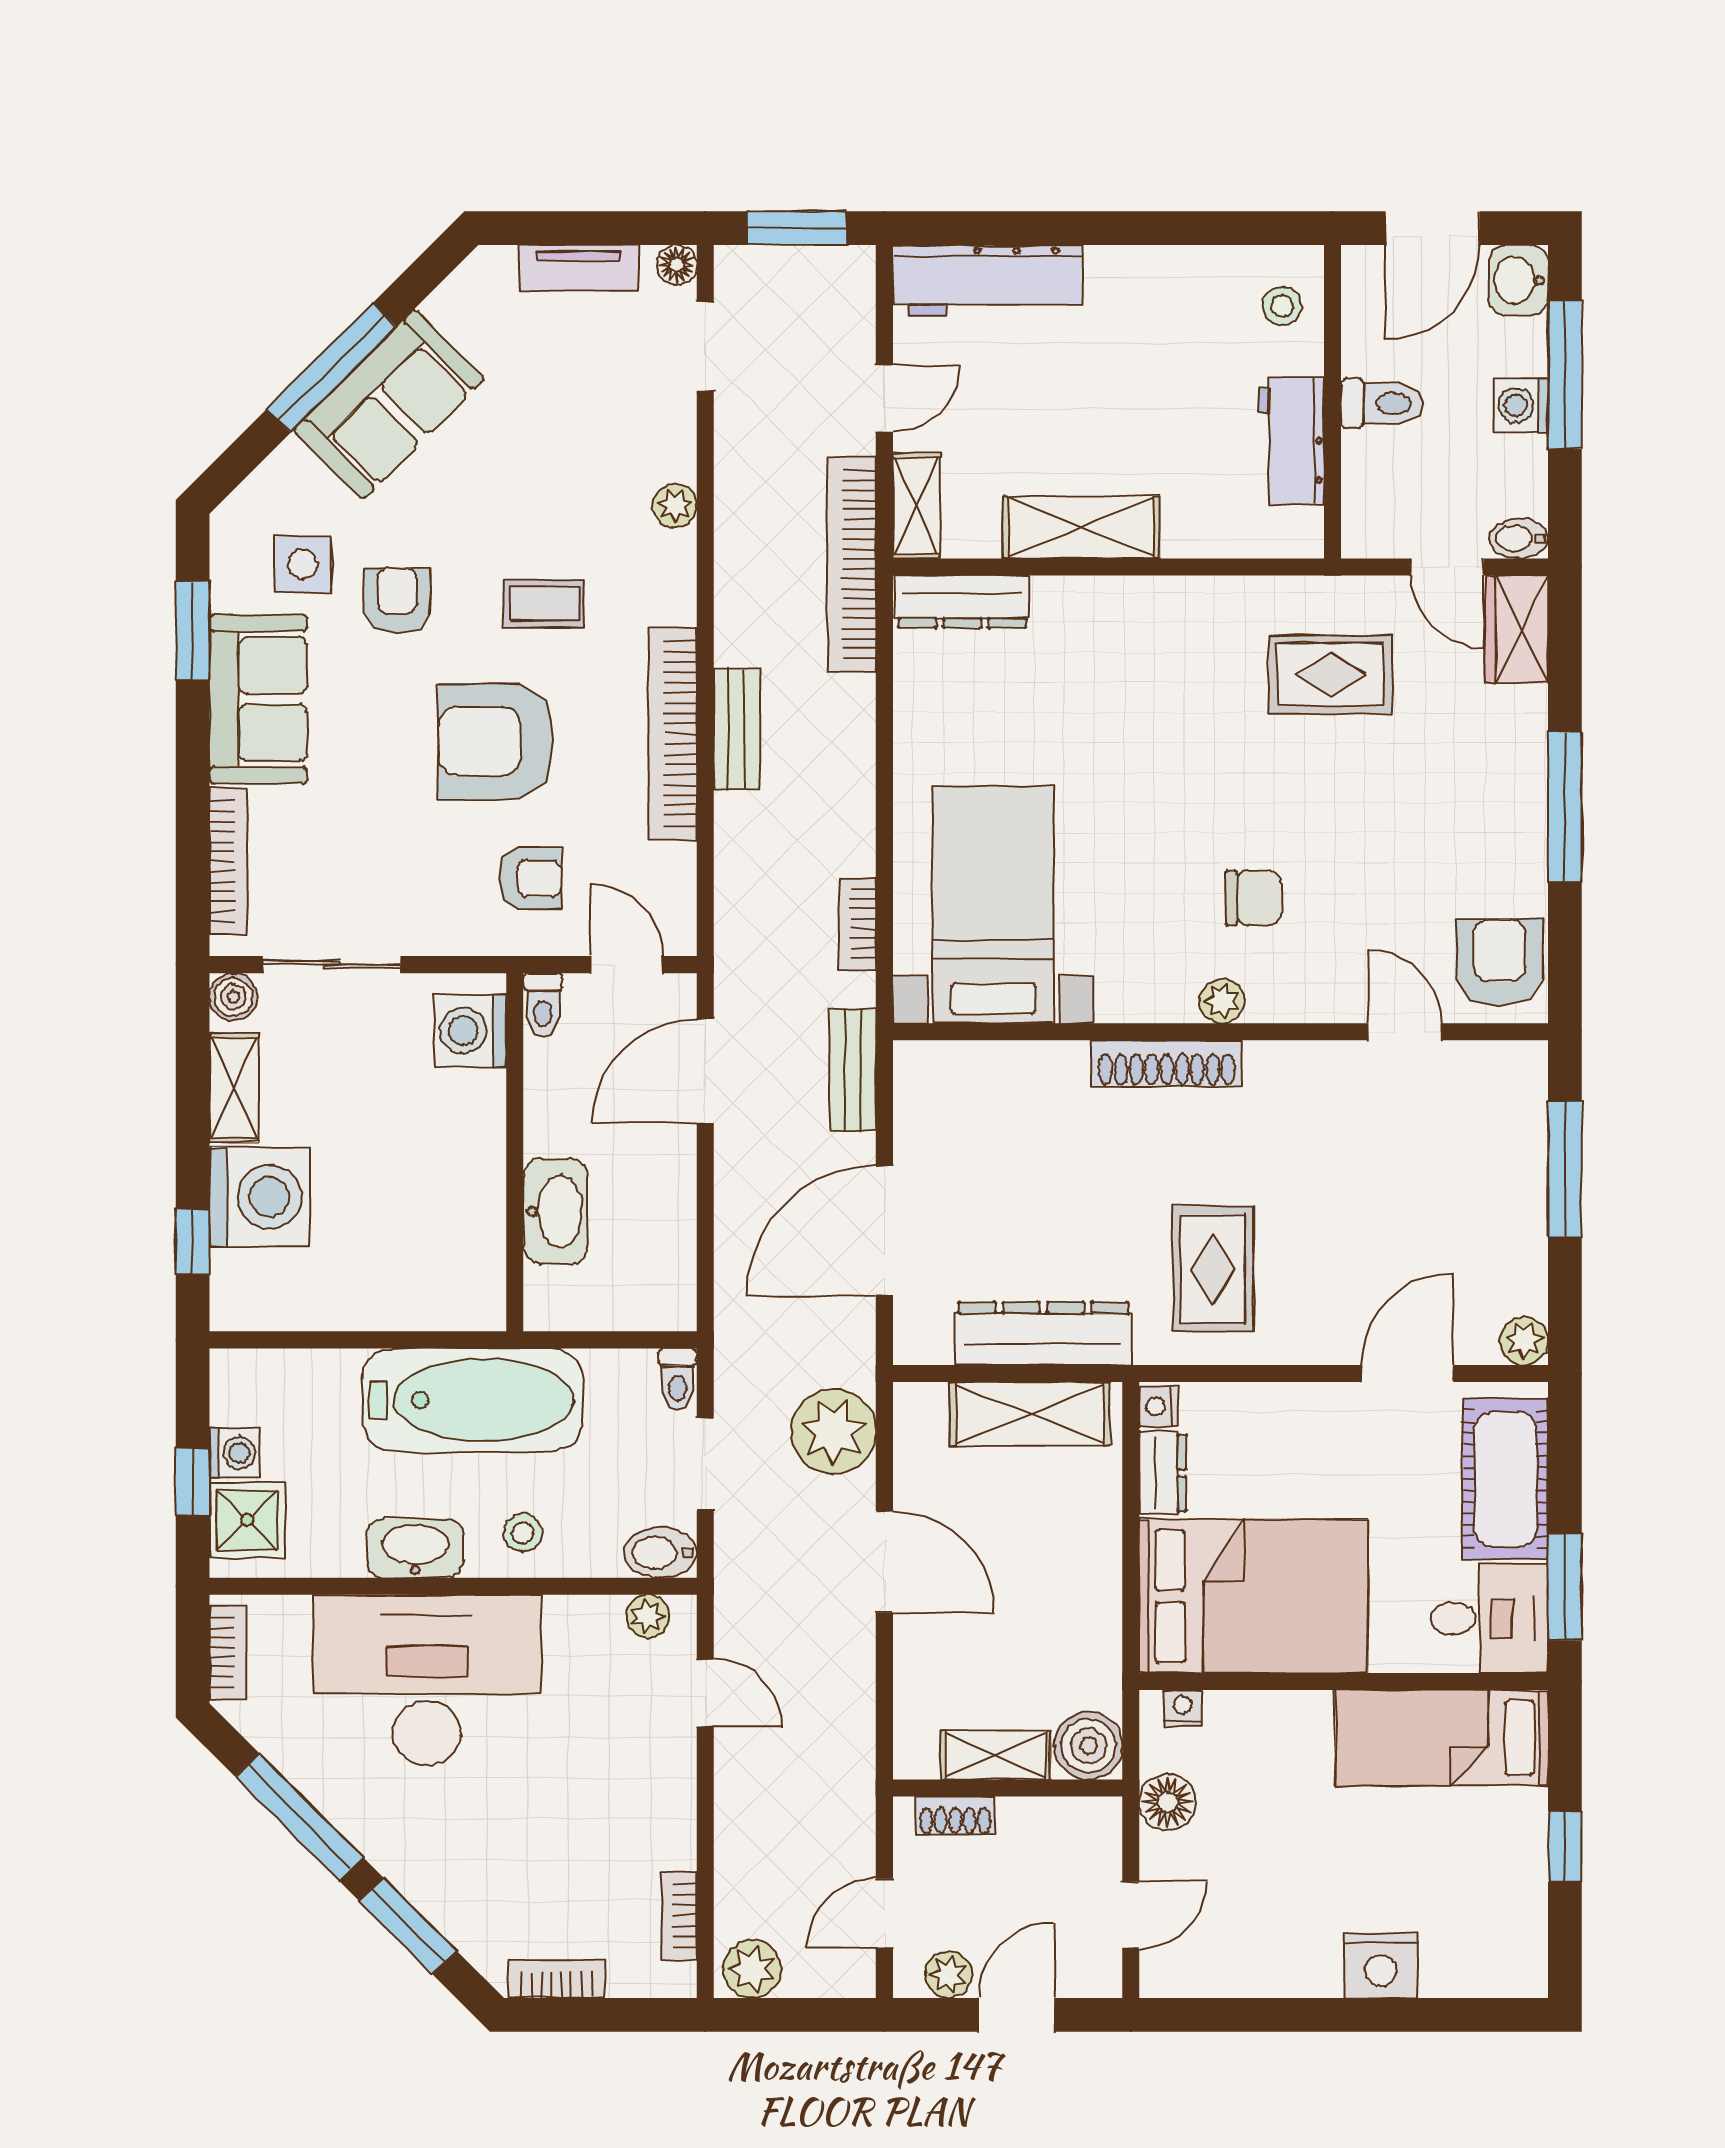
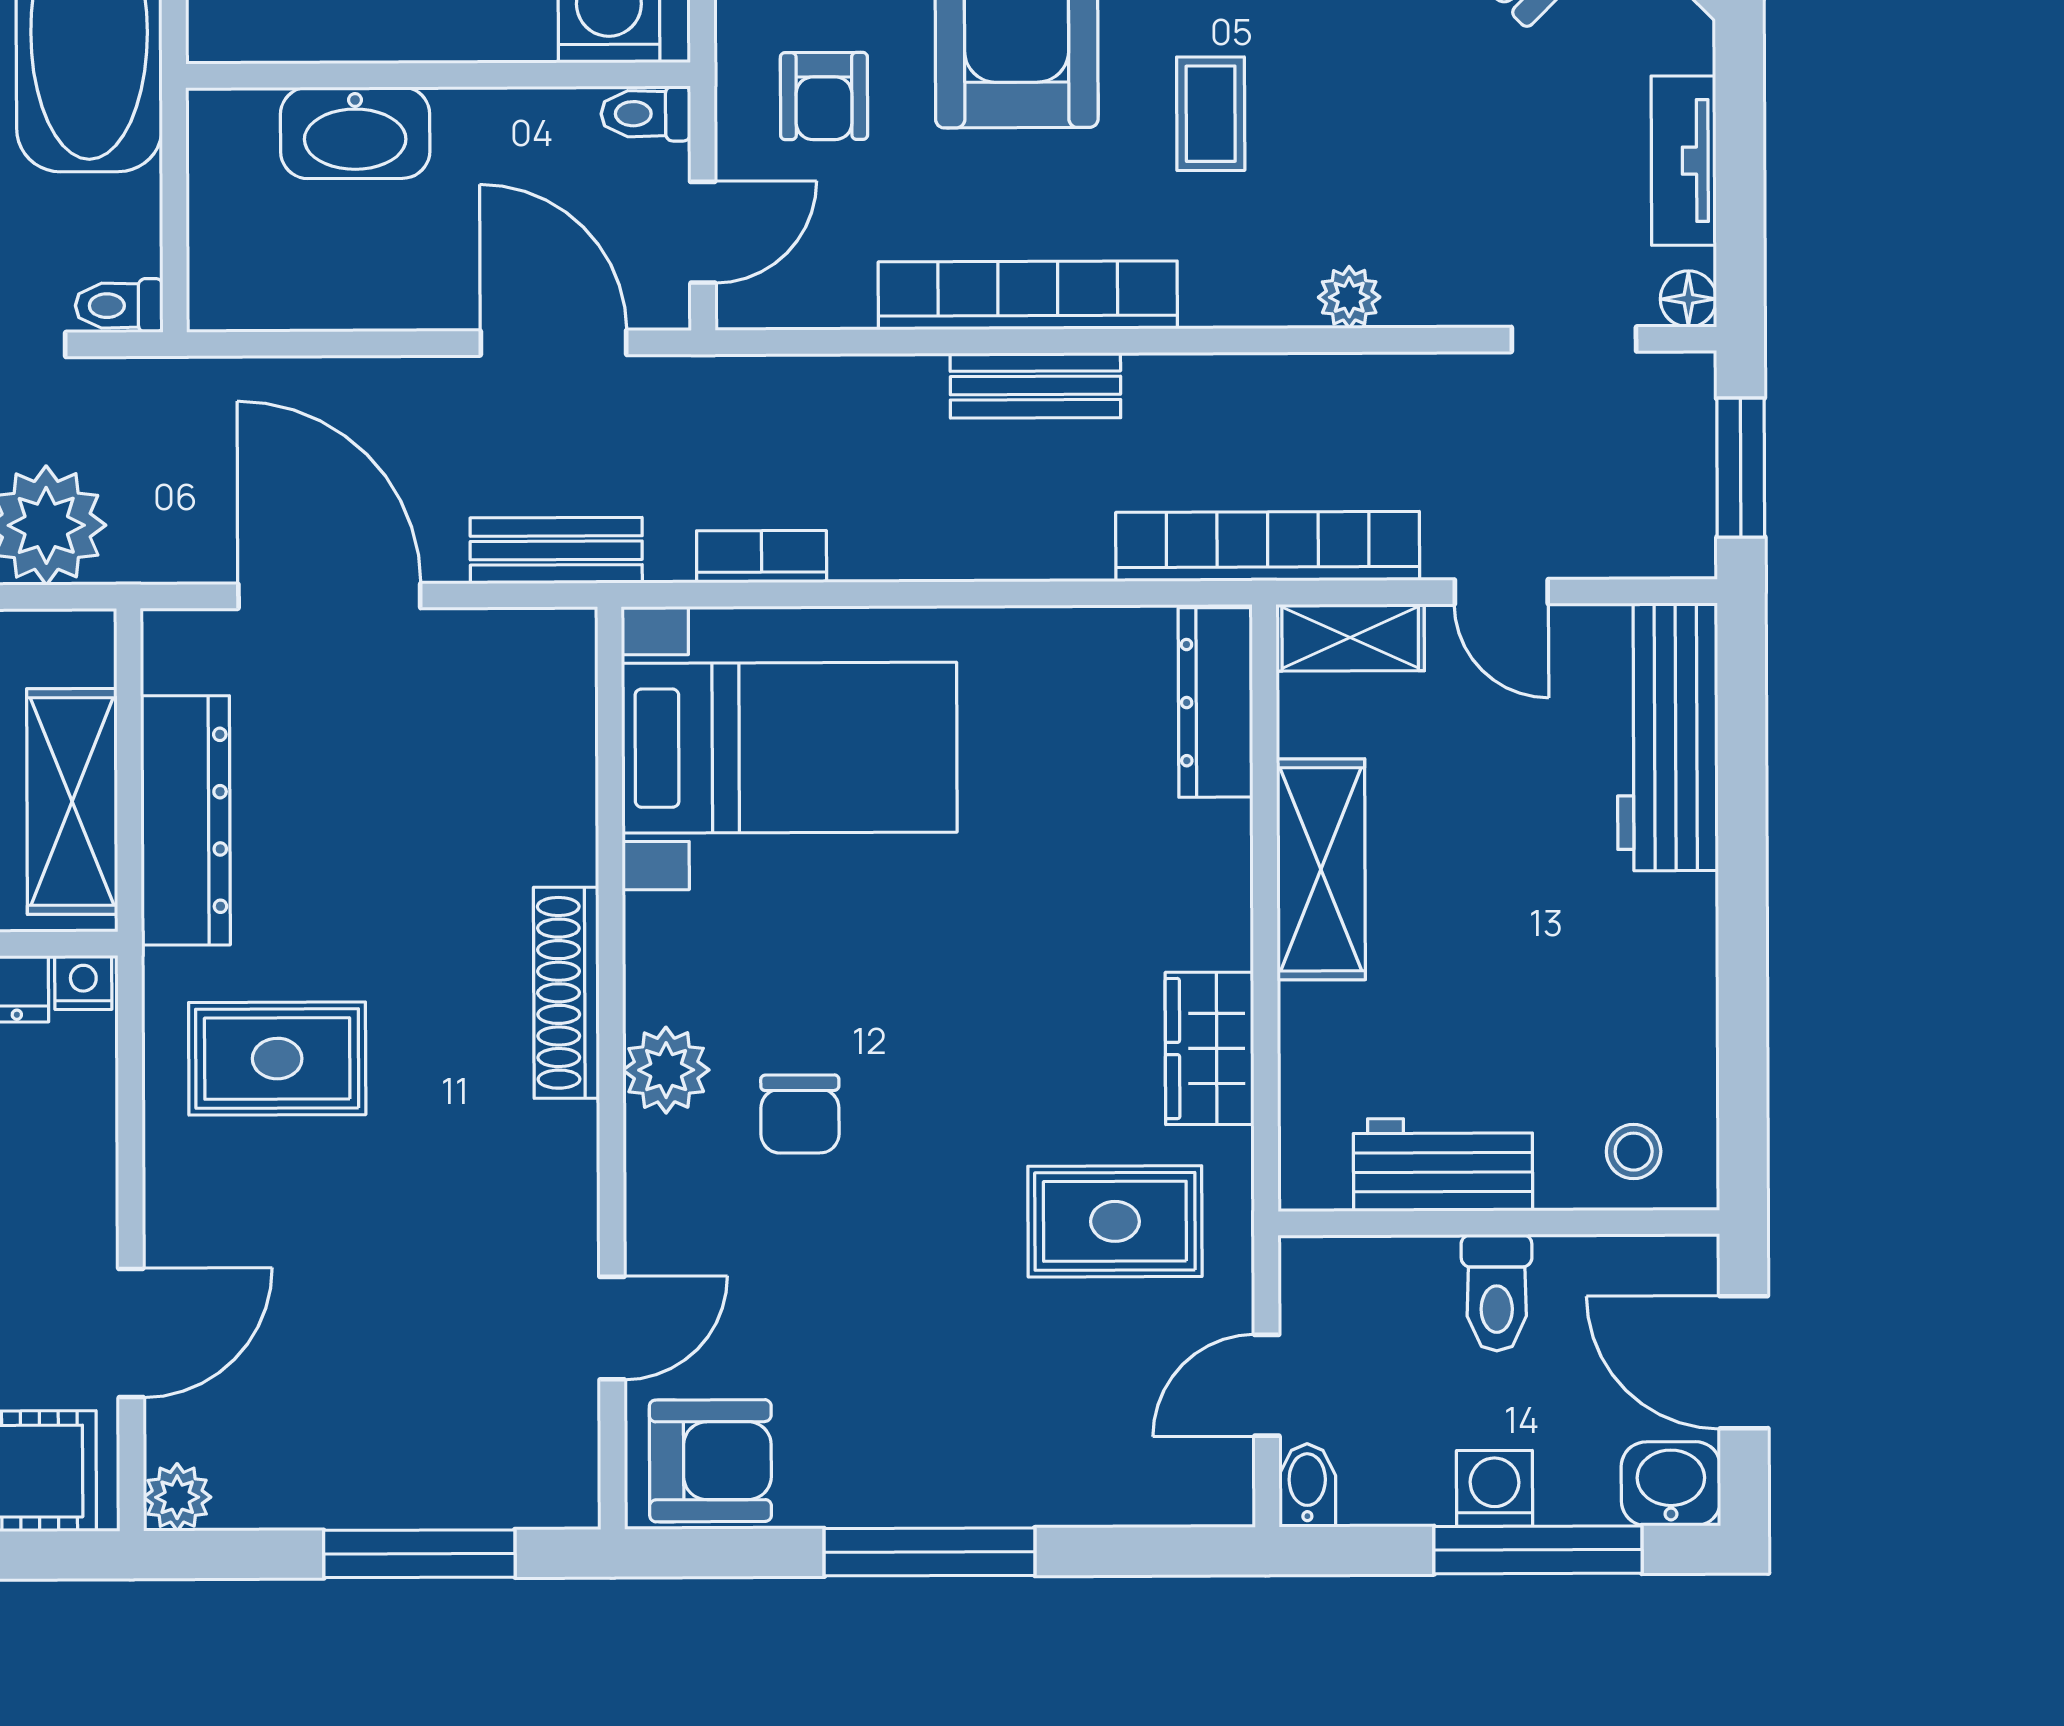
wardrobe: (1517, 629) -> (1210, 1048), moved, turned -90
rug: (1331, 674) -> (1115, 1221), turned 90
plant: (1222, 1001) -> (666, 1070), width x1.38, depth x1.38
door: (1407, 1374) -> (131, 1333), hinge flipped

